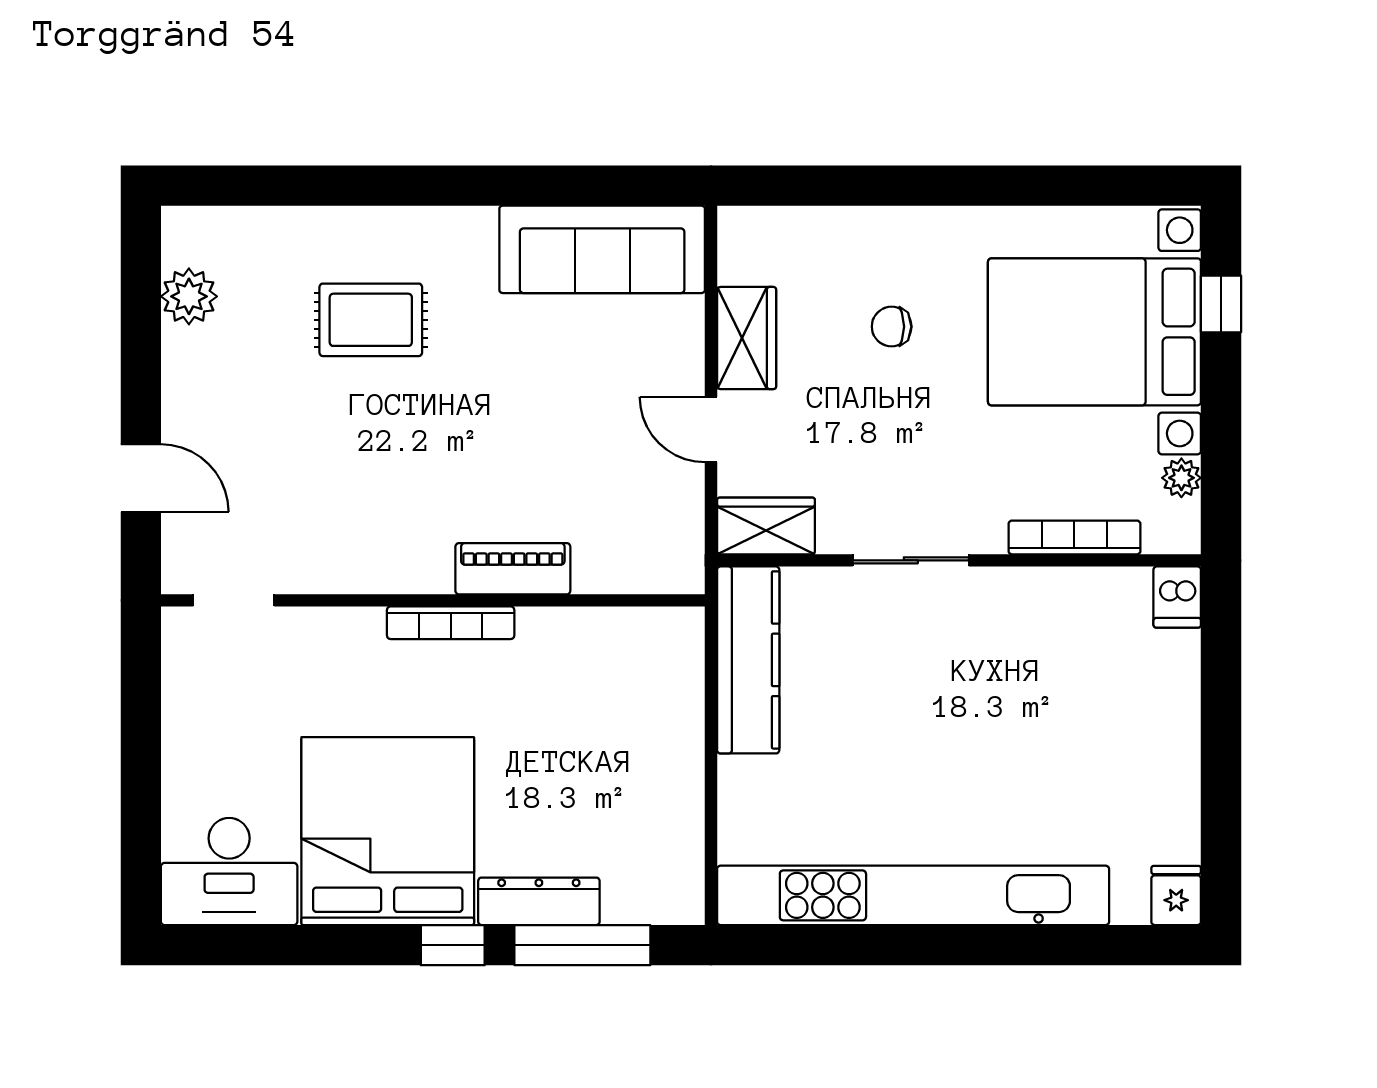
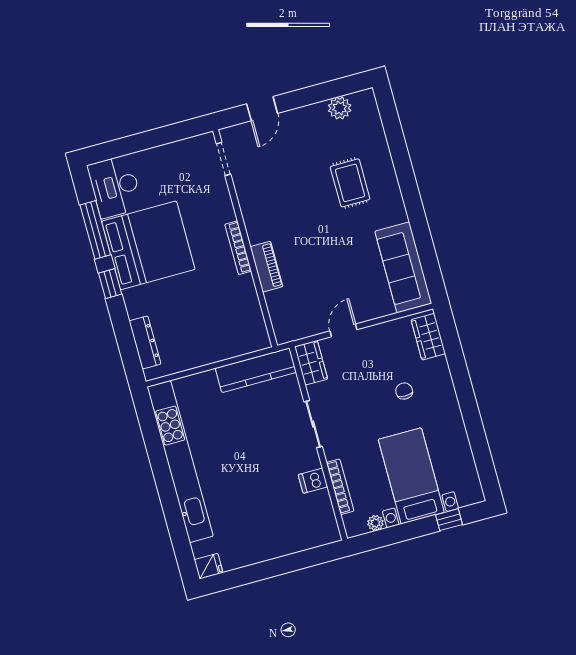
bed with nightstands: (1094, 332) -> (411, 476), width x0.73
wardrobe: (747, 338) -> (428, 337), moved, turned 90
dishwasher: (1177, 597) -> (313, 481), moved
dresser: (539, 901) -> (145, 343), moved
window: (582, 945) -> (95, 230), moved

